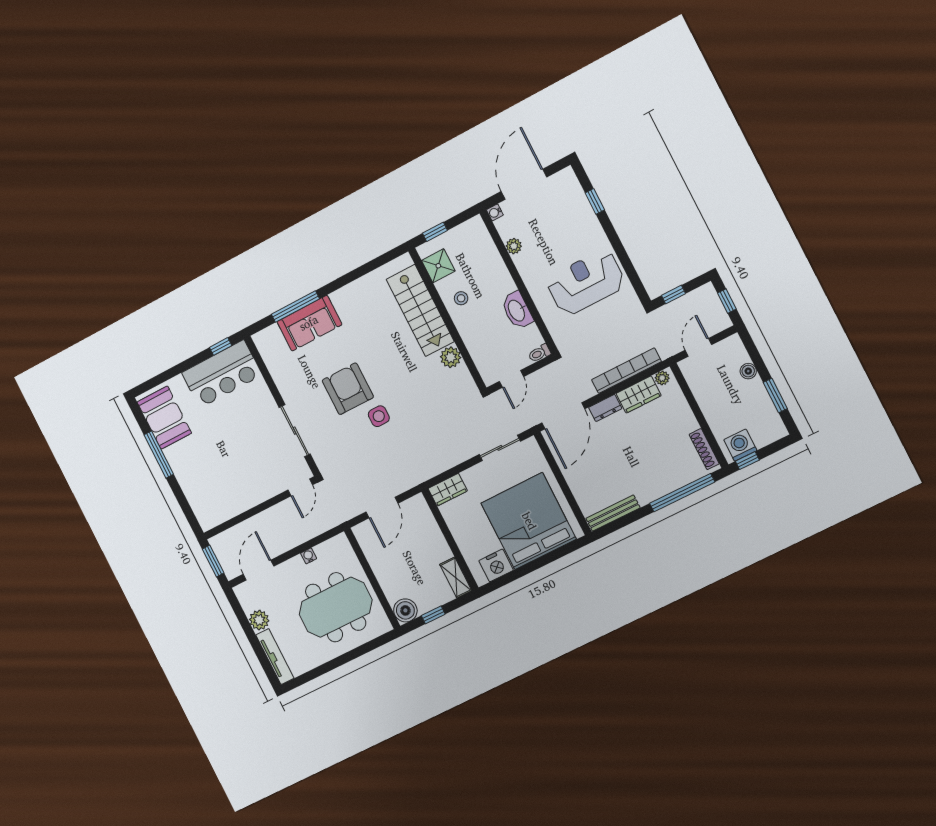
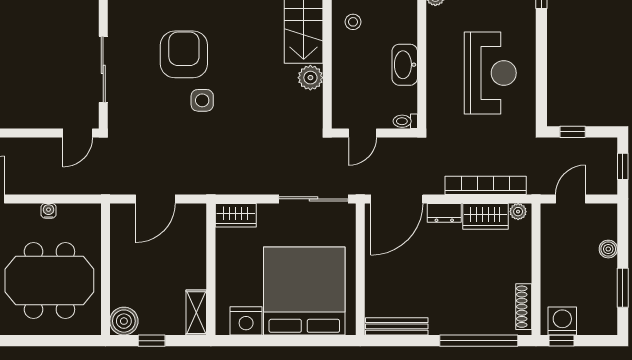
reception desk: (586, 282) -> (490, 73), turned 90
sliding door: (500, 448) -> (314, 199), width x1.37

